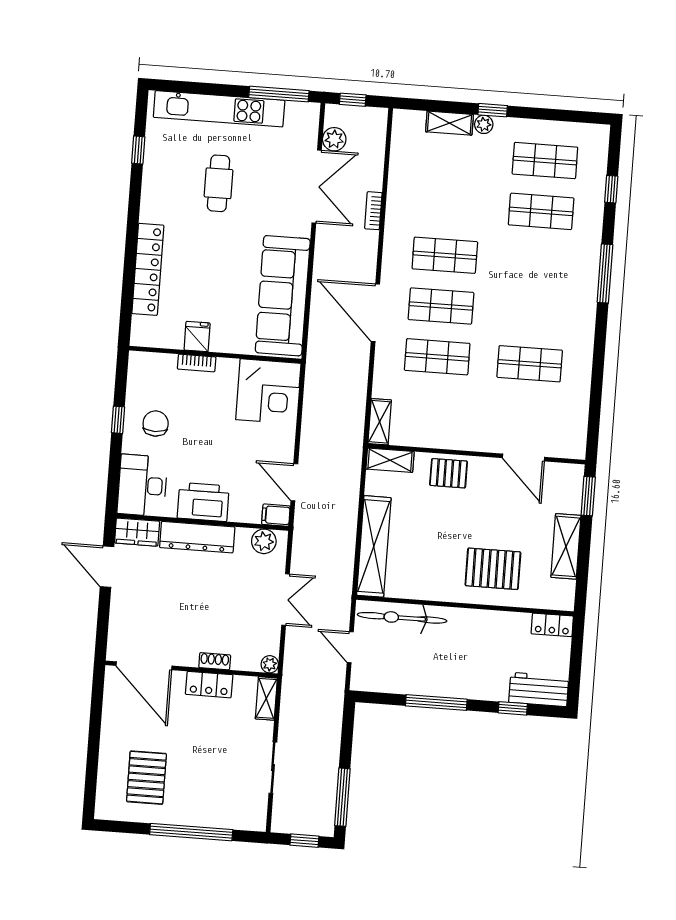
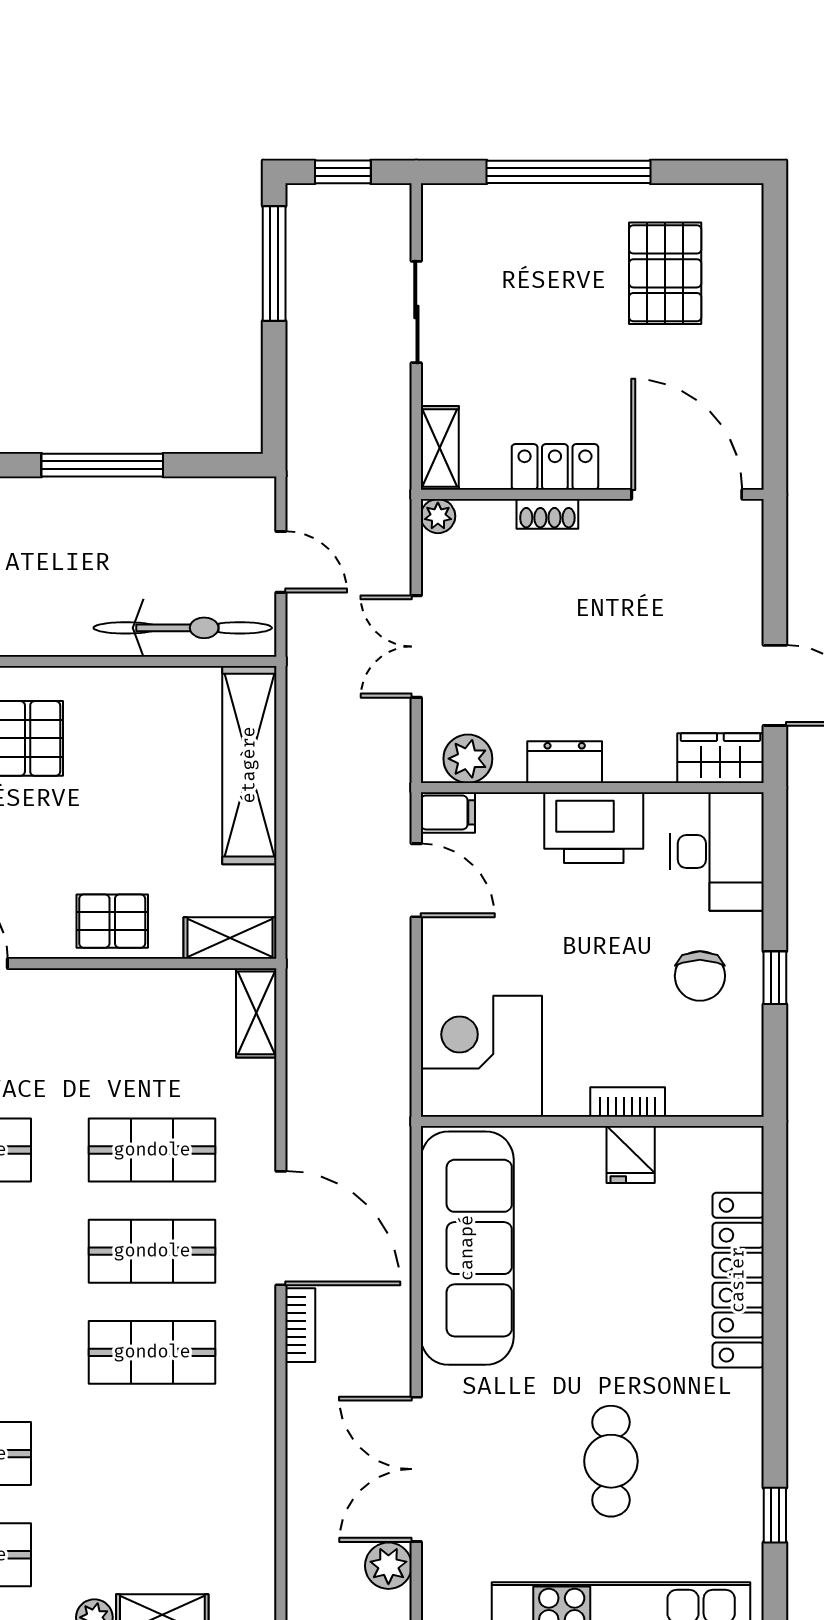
bookcase: (373, 211) -> (300, 1325), moved
dresser: (197, 537) -> (565, 762), width x0.51, depth x0.80

